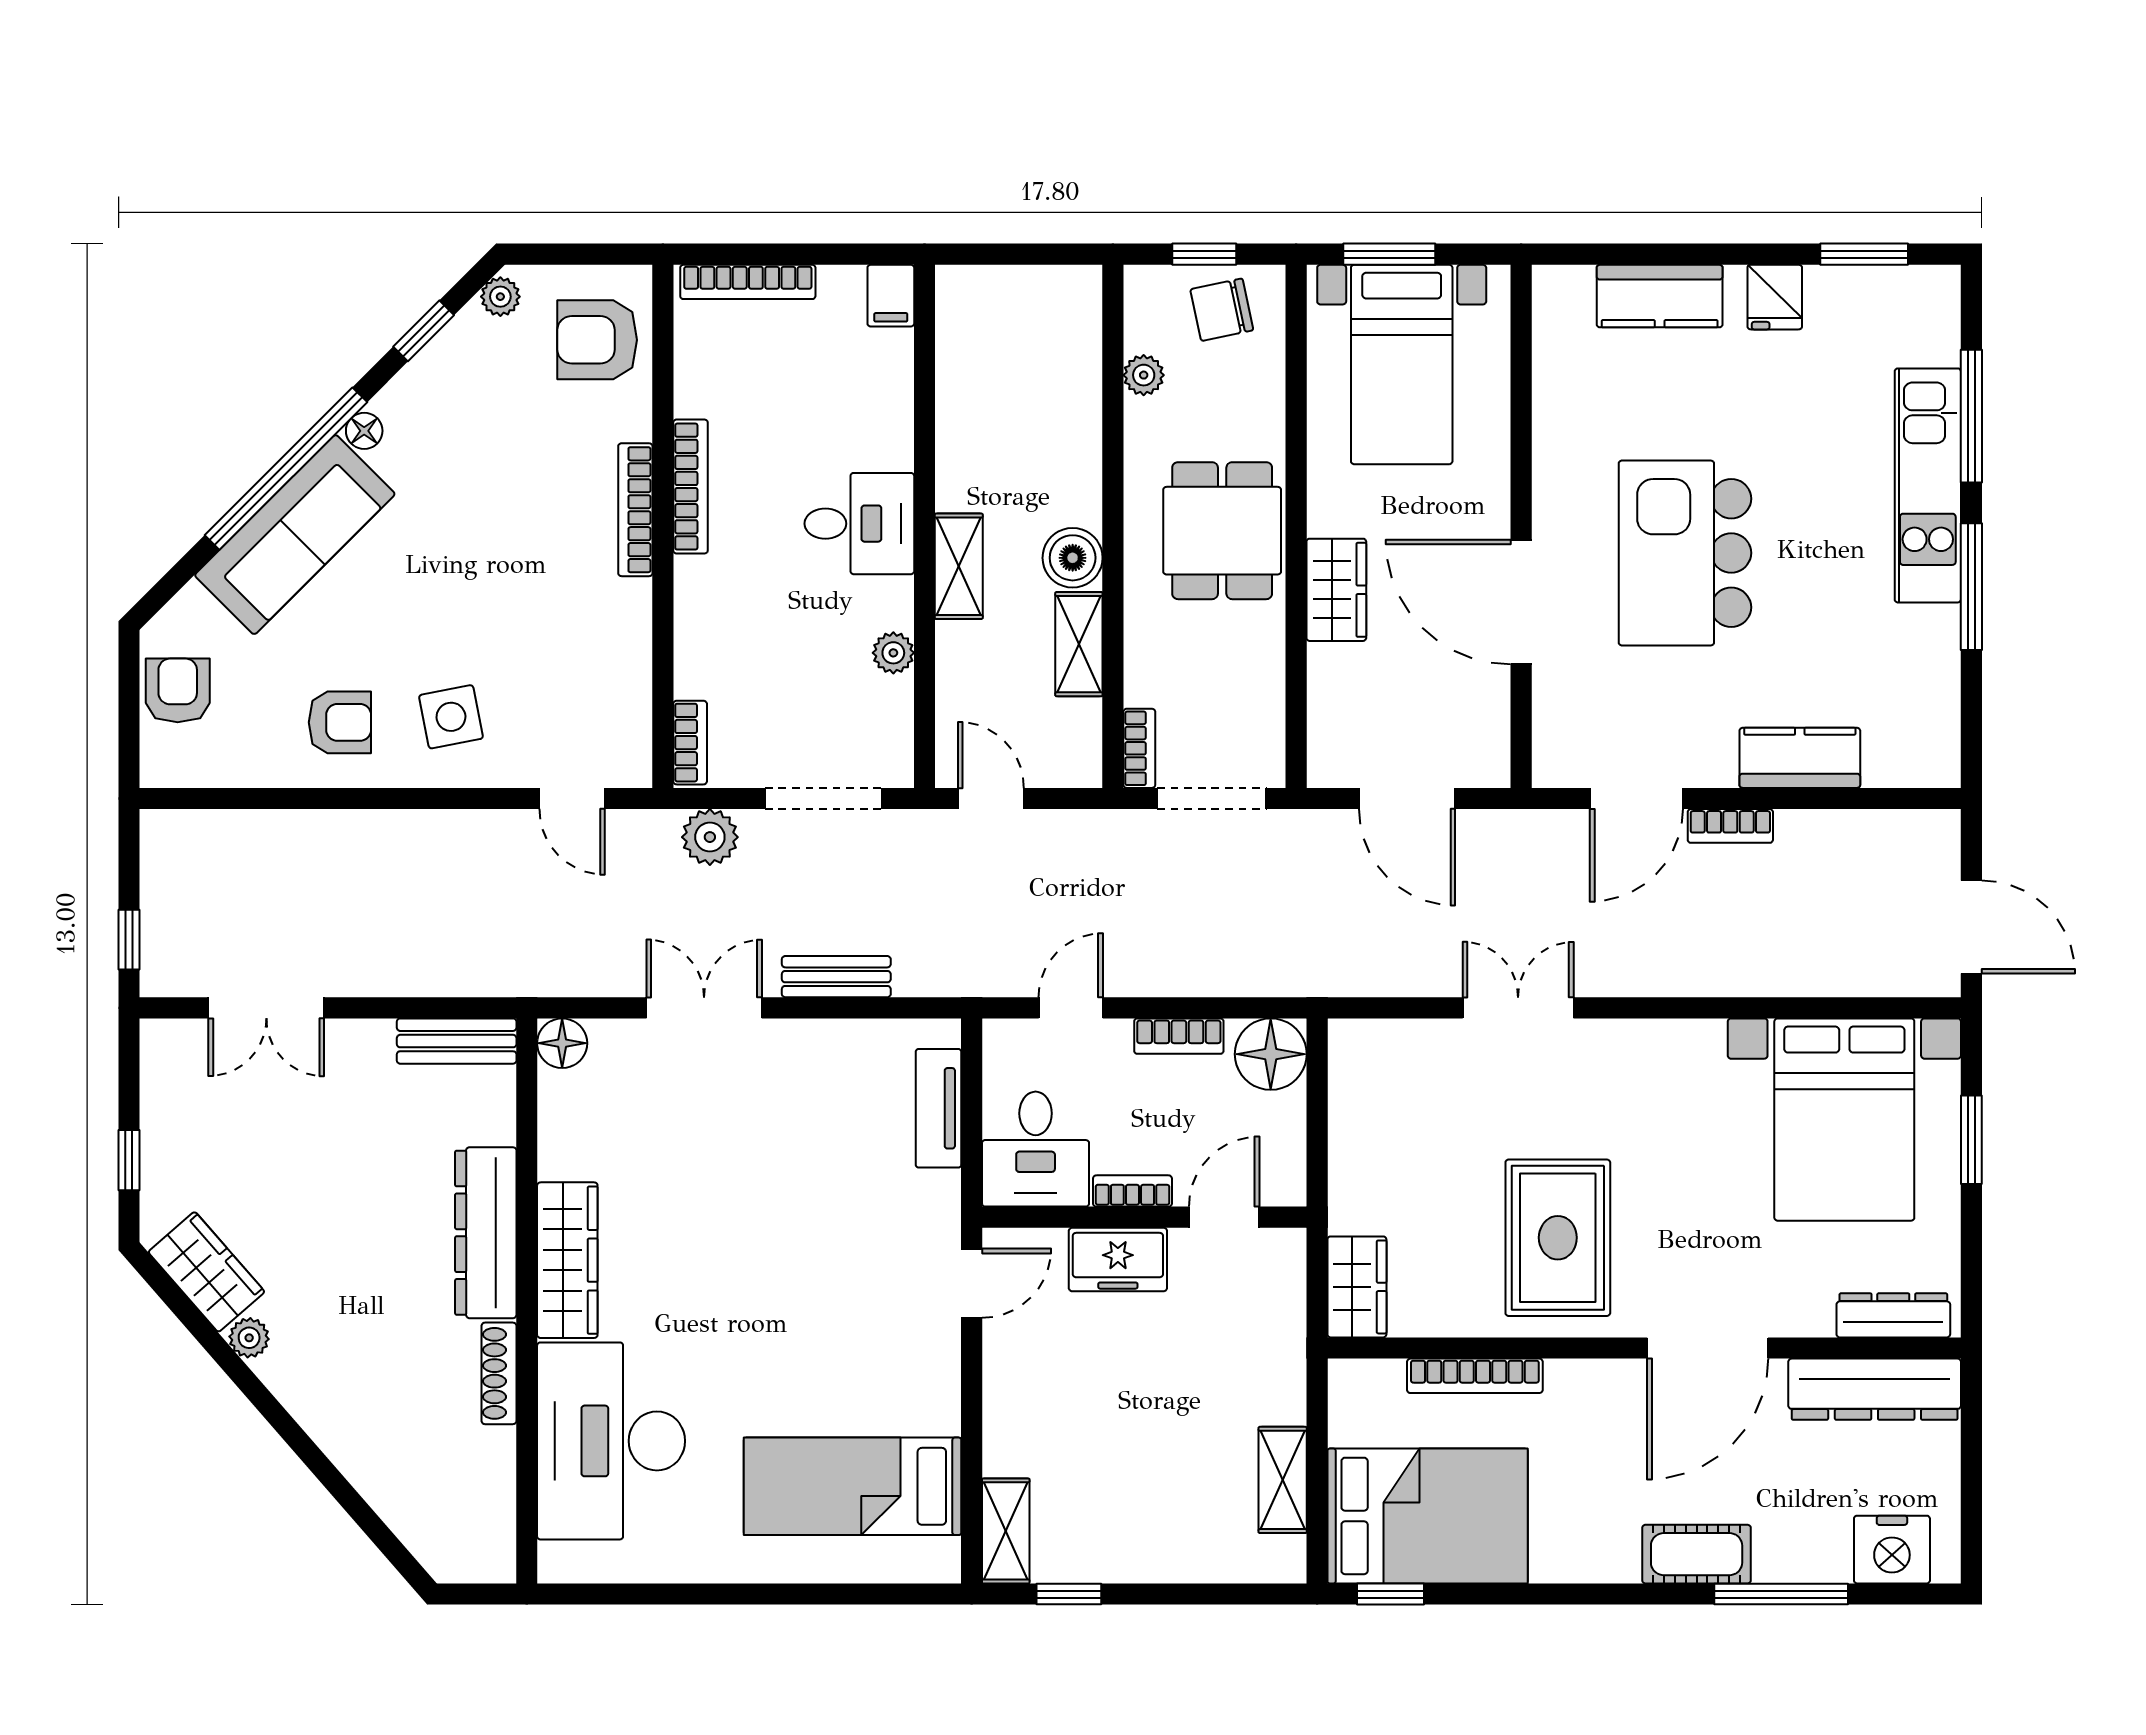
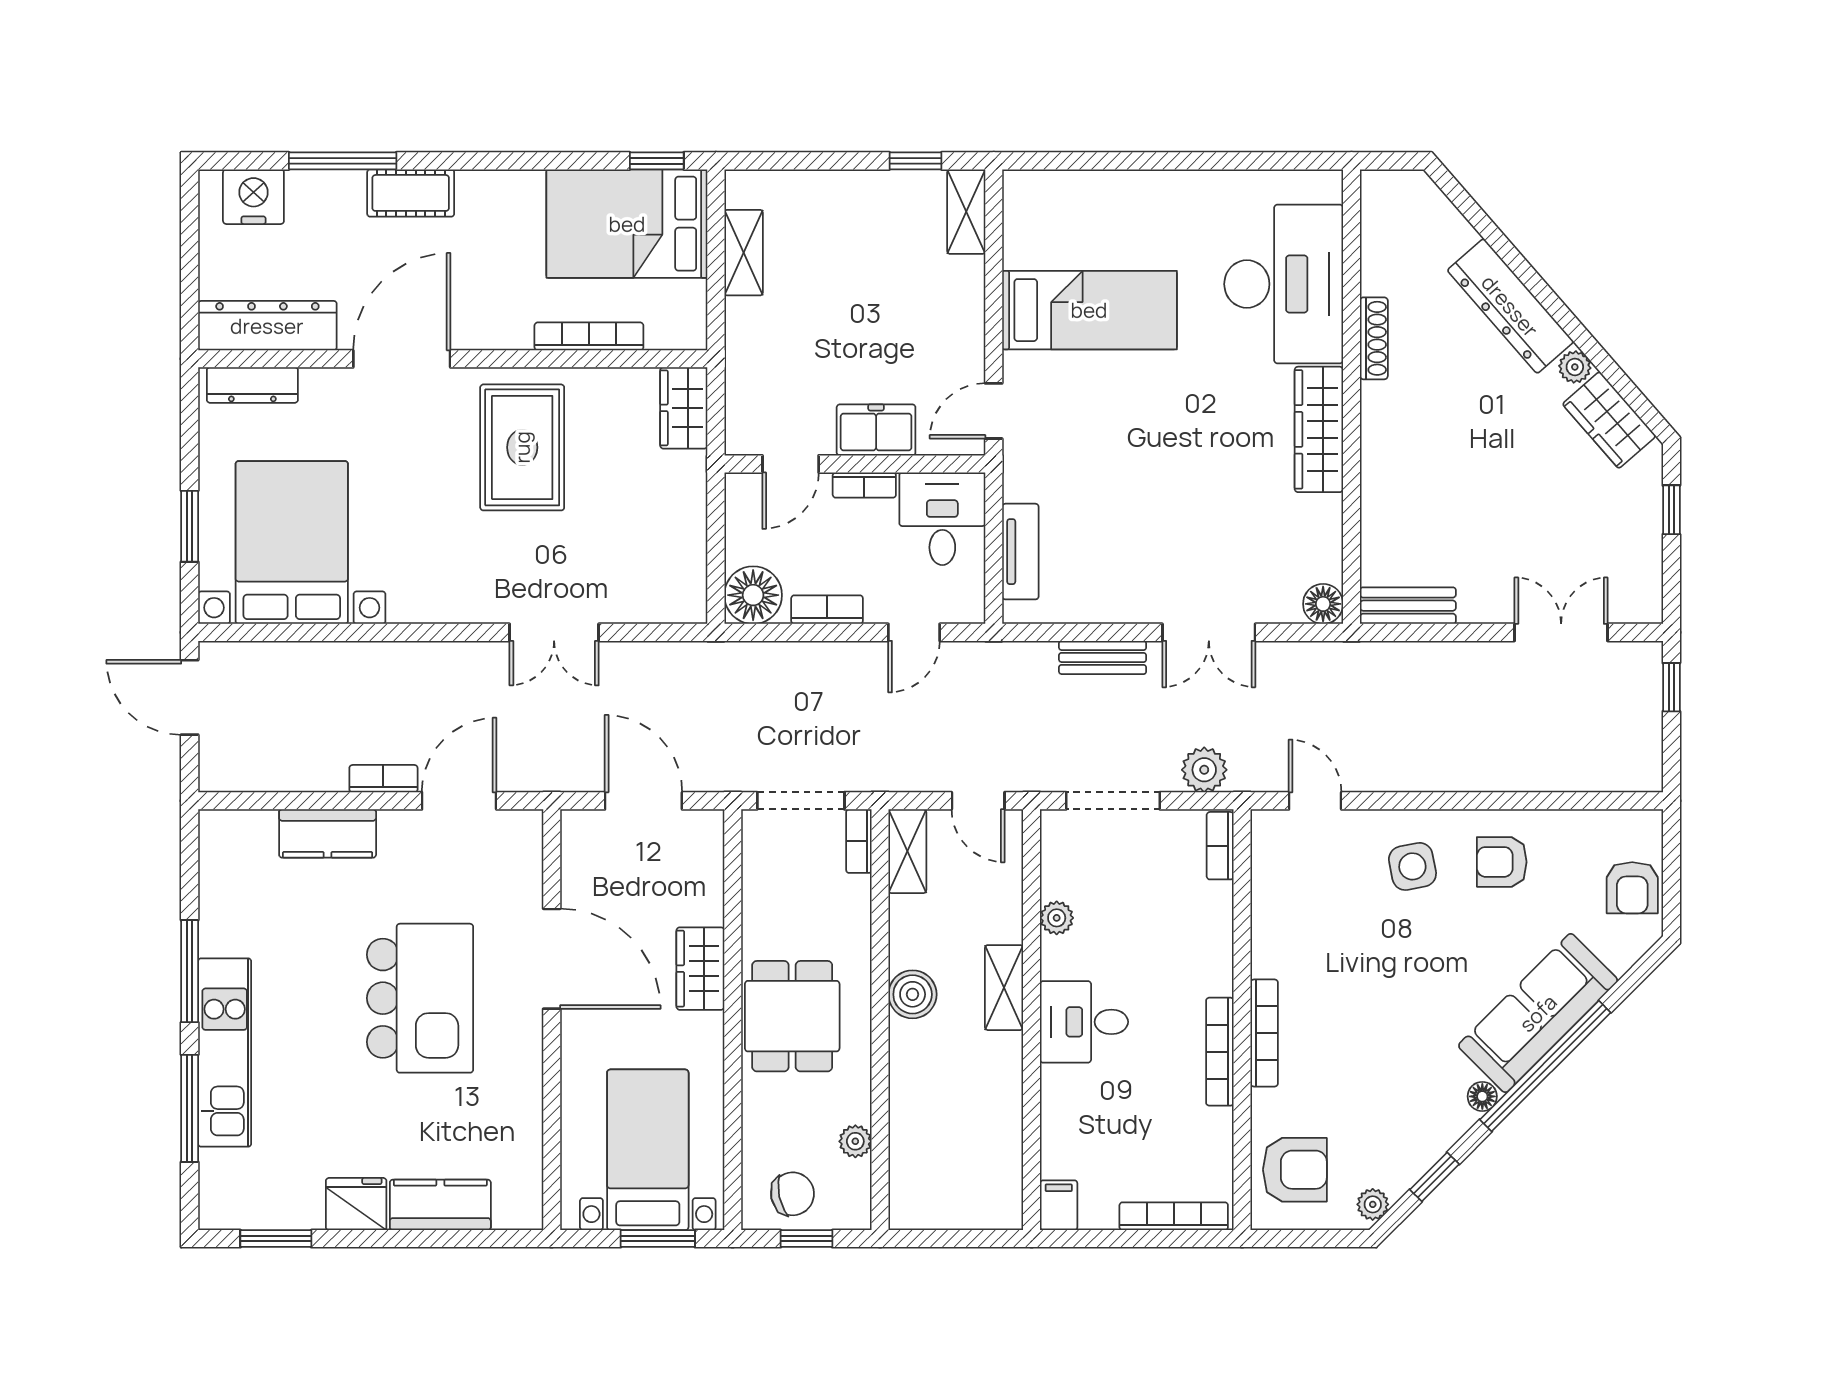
fridge: (1775, 297) -> (356, 1204), width x1.38
shelving: (1079, 644) -> (907, 851), moved
dresser: (486, 1233) -> (1510, 306), moved, turned 139
bed: (853, 1486) -> (1089, 310), moved

